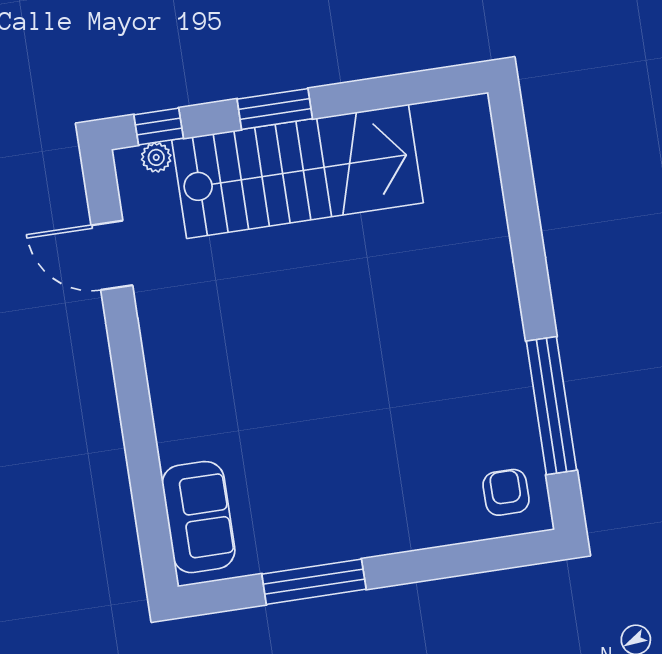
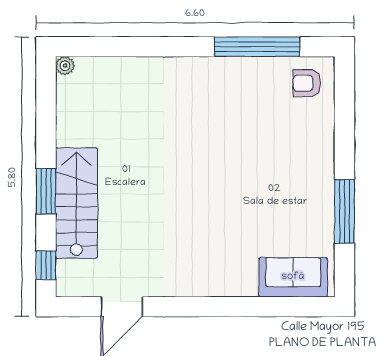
plant: (156, 157) -> (65, 66), moved
stairs: (297, 171) -> (76, 203), width x0.73, depth x0.66

